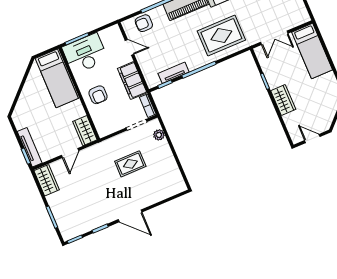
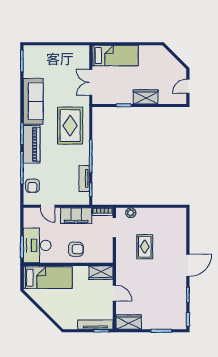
double door: (274, 38) -> (91, 82), swing flipped
door: (129, 47) -> (48, 206), swing flipped

